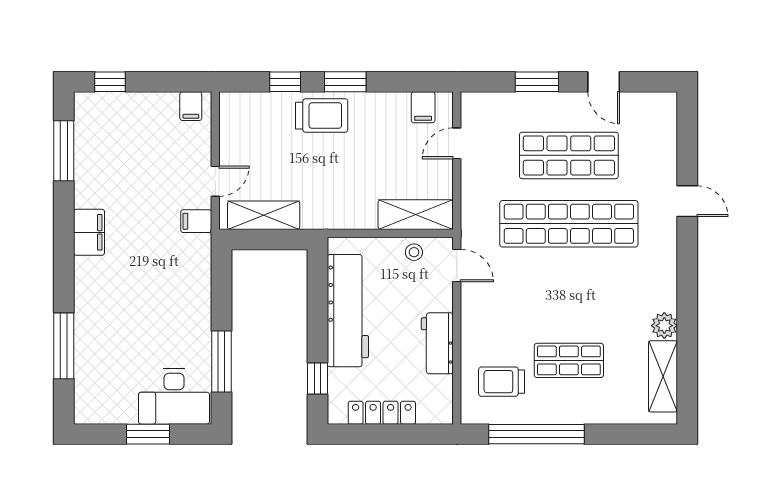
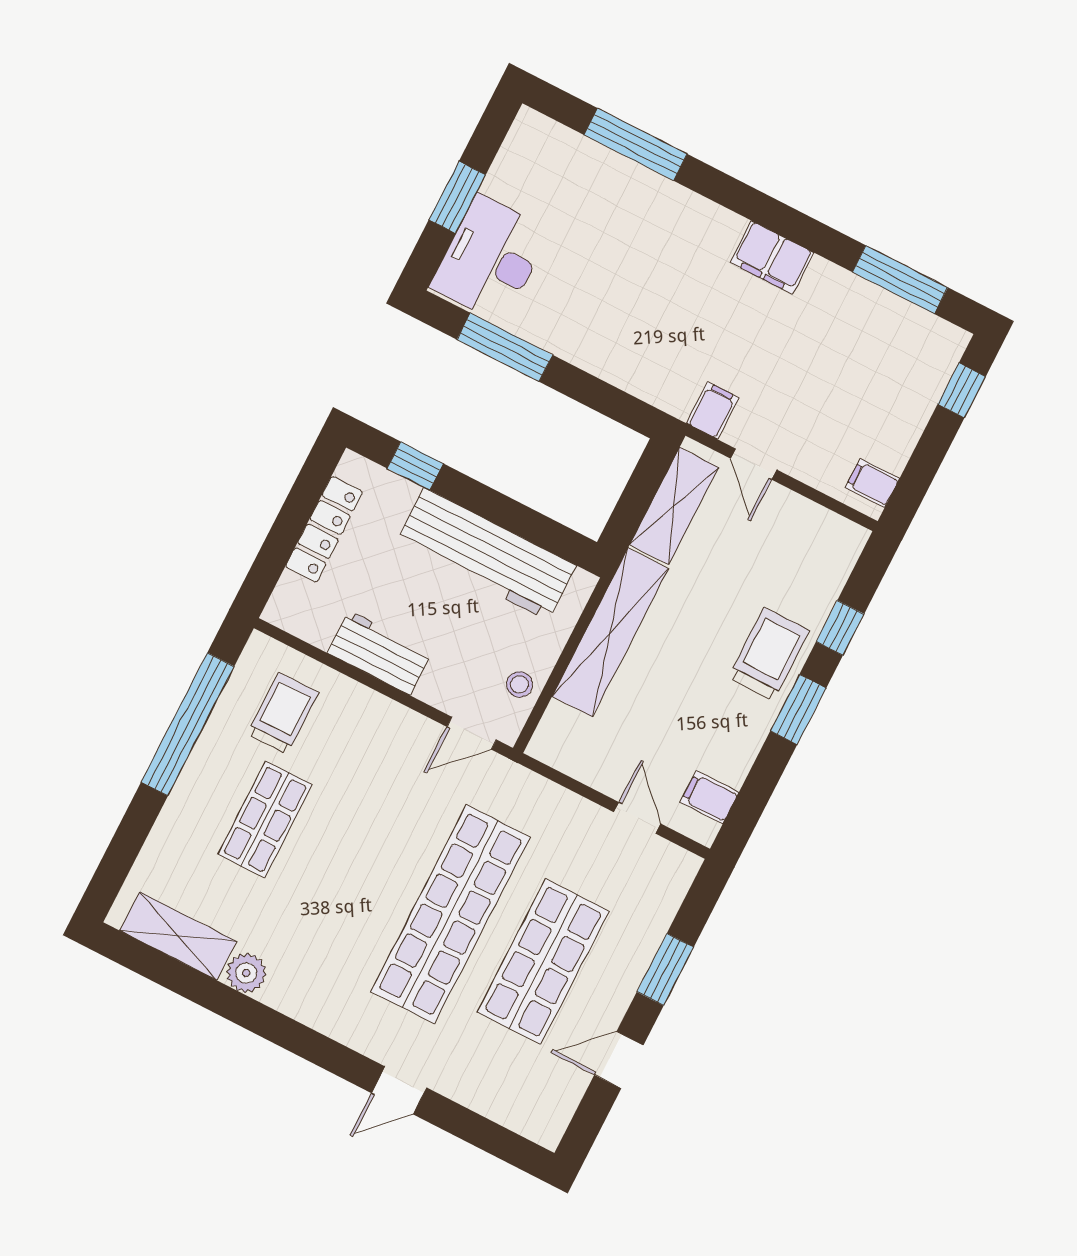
trolley: (322, 116) -> (769, 654), turned 180
shelving: (416, 215) -> (610, 632), moved, width x1.47

